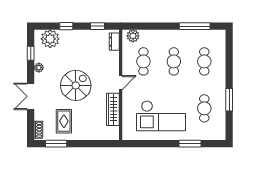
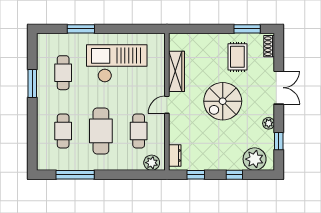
cafe table: (174, 61) -> (101, 131), width x1.37, depth x1.35

